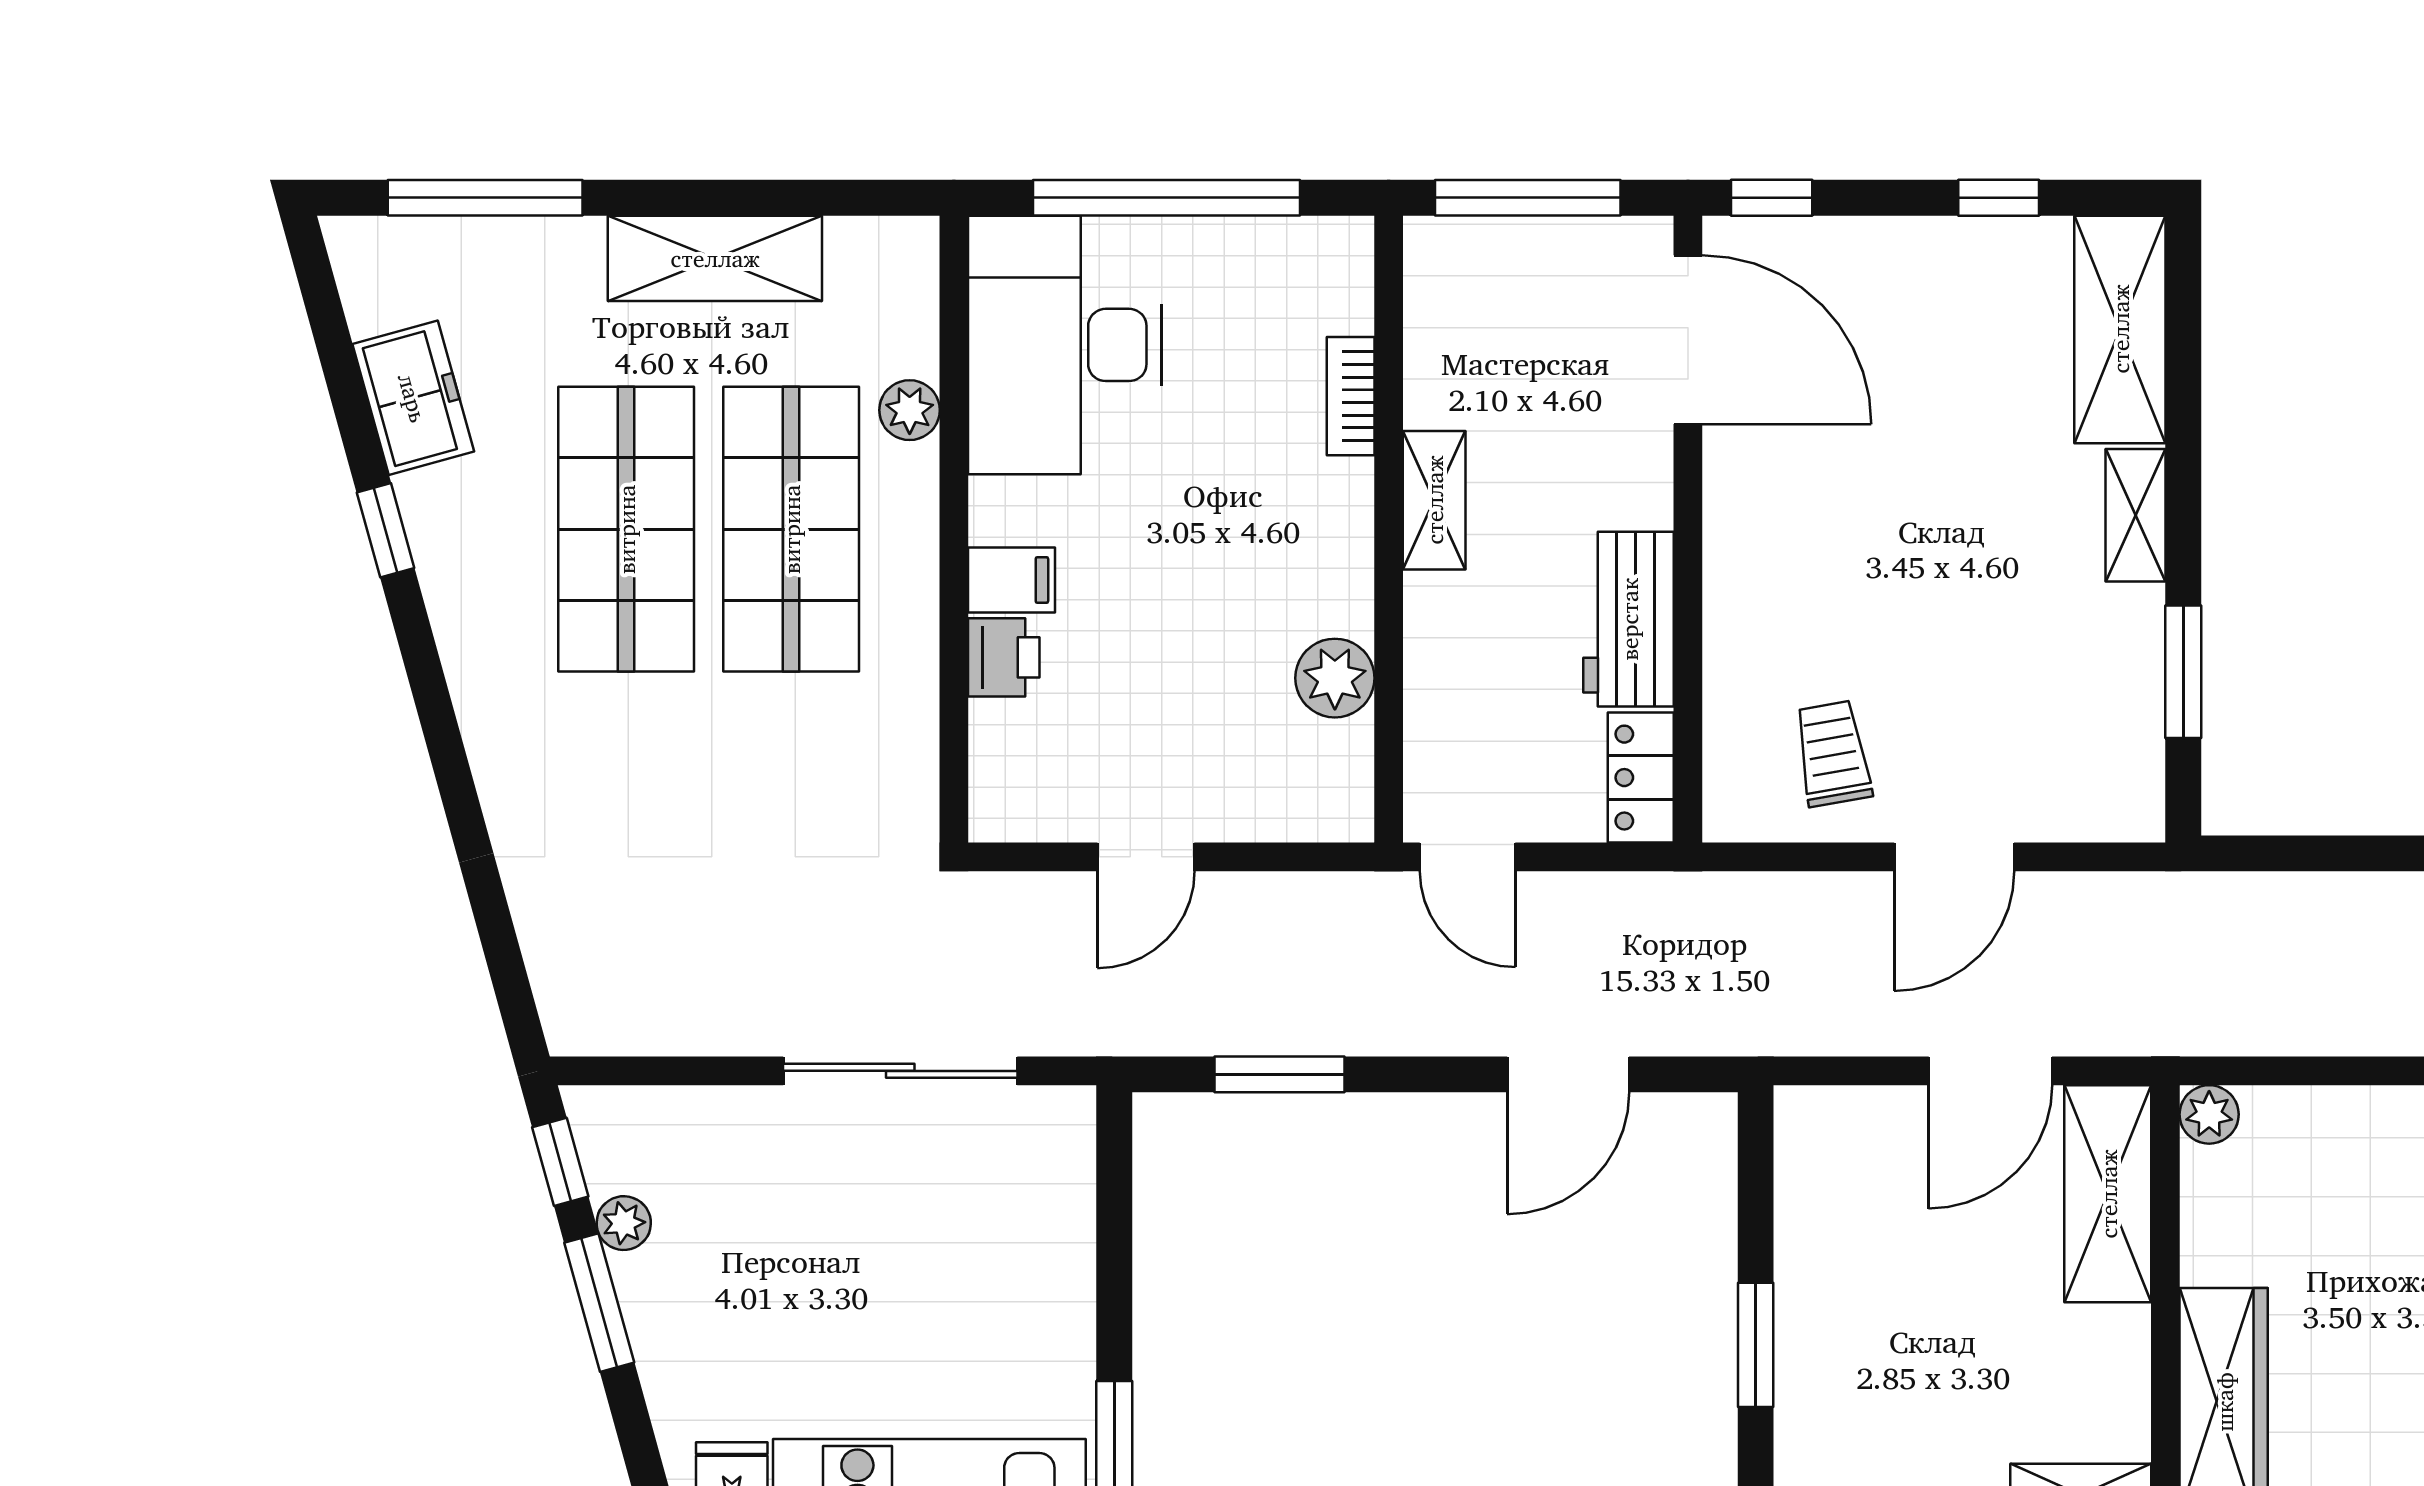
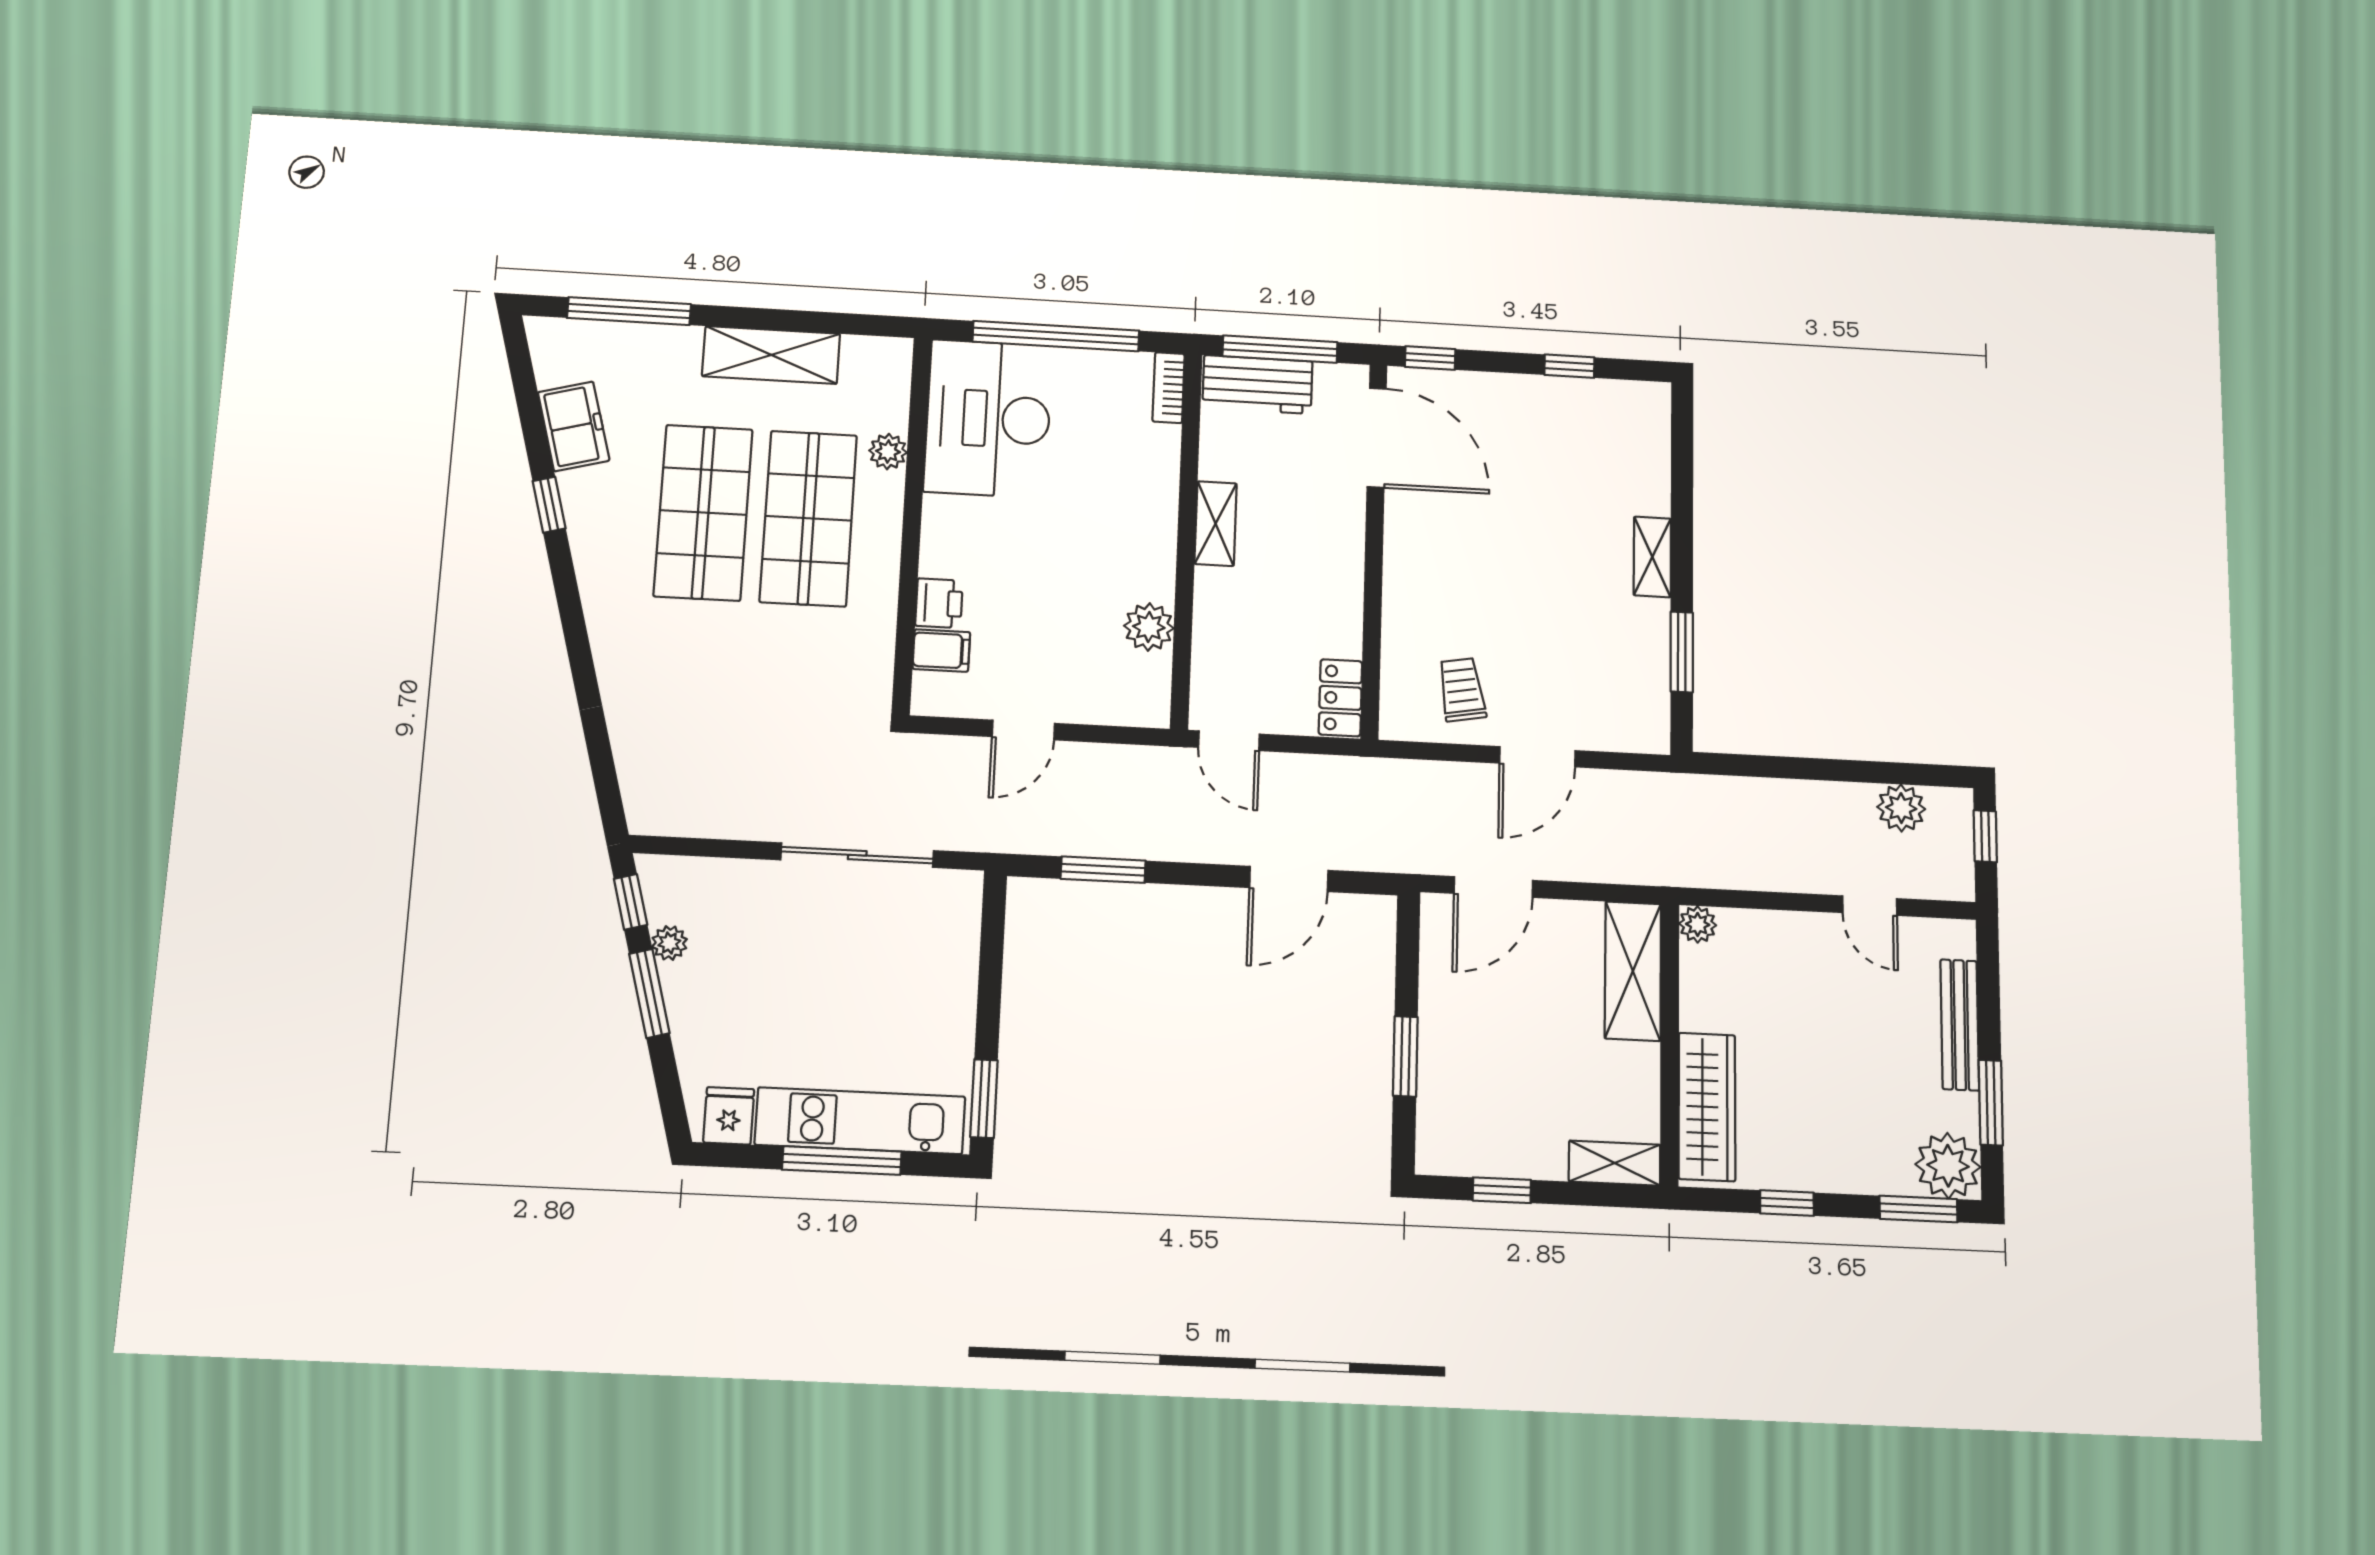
shelving: (2120, 329) -> (1643, 447), removed
bookcase: (1351, 396) -> (1169, 388), moved
filing cabinet: (1012, 580) -> (941, 650), moved
workbench: (1629, 619) -> (1258, 385), moved, turned -90
door: (1990, 1071) -> (1493, 887), moved

